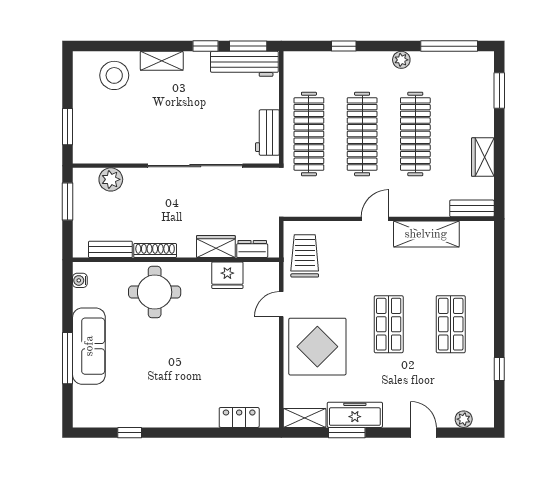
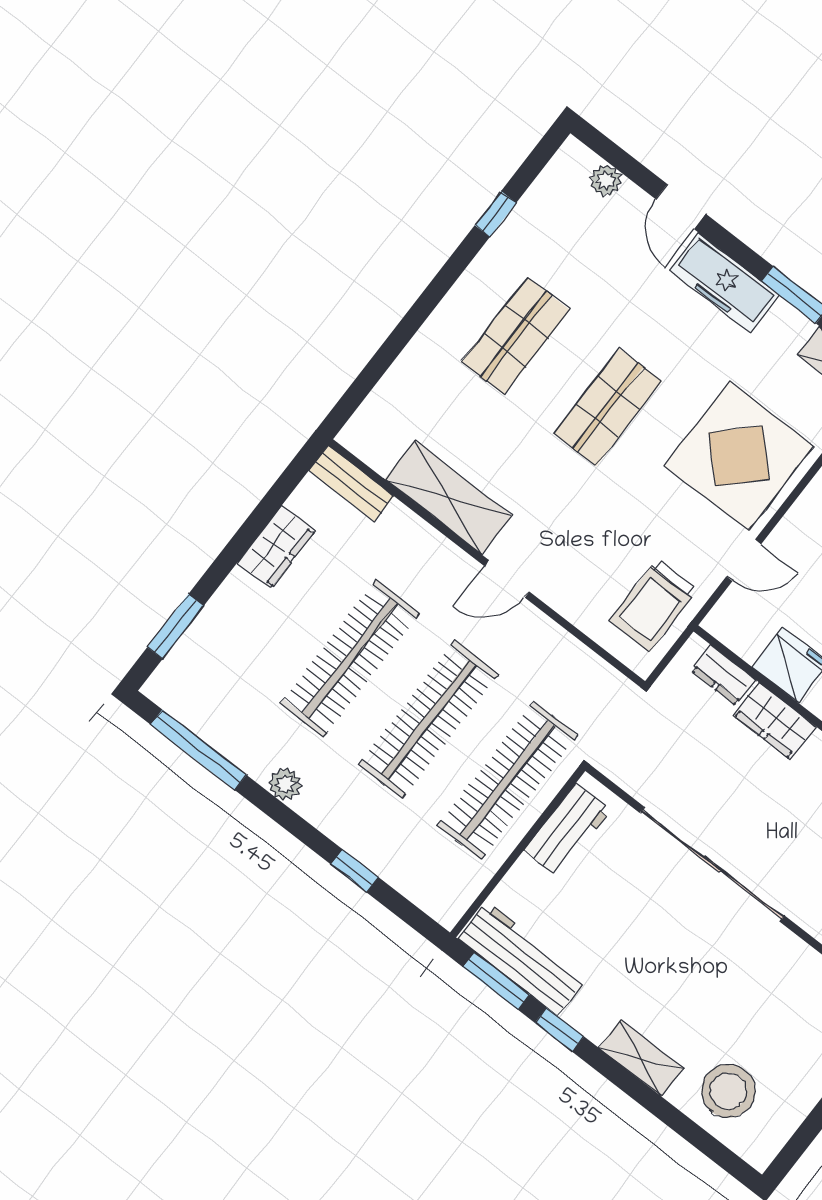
freezer: (355, 415) -> (724, 283), moved

